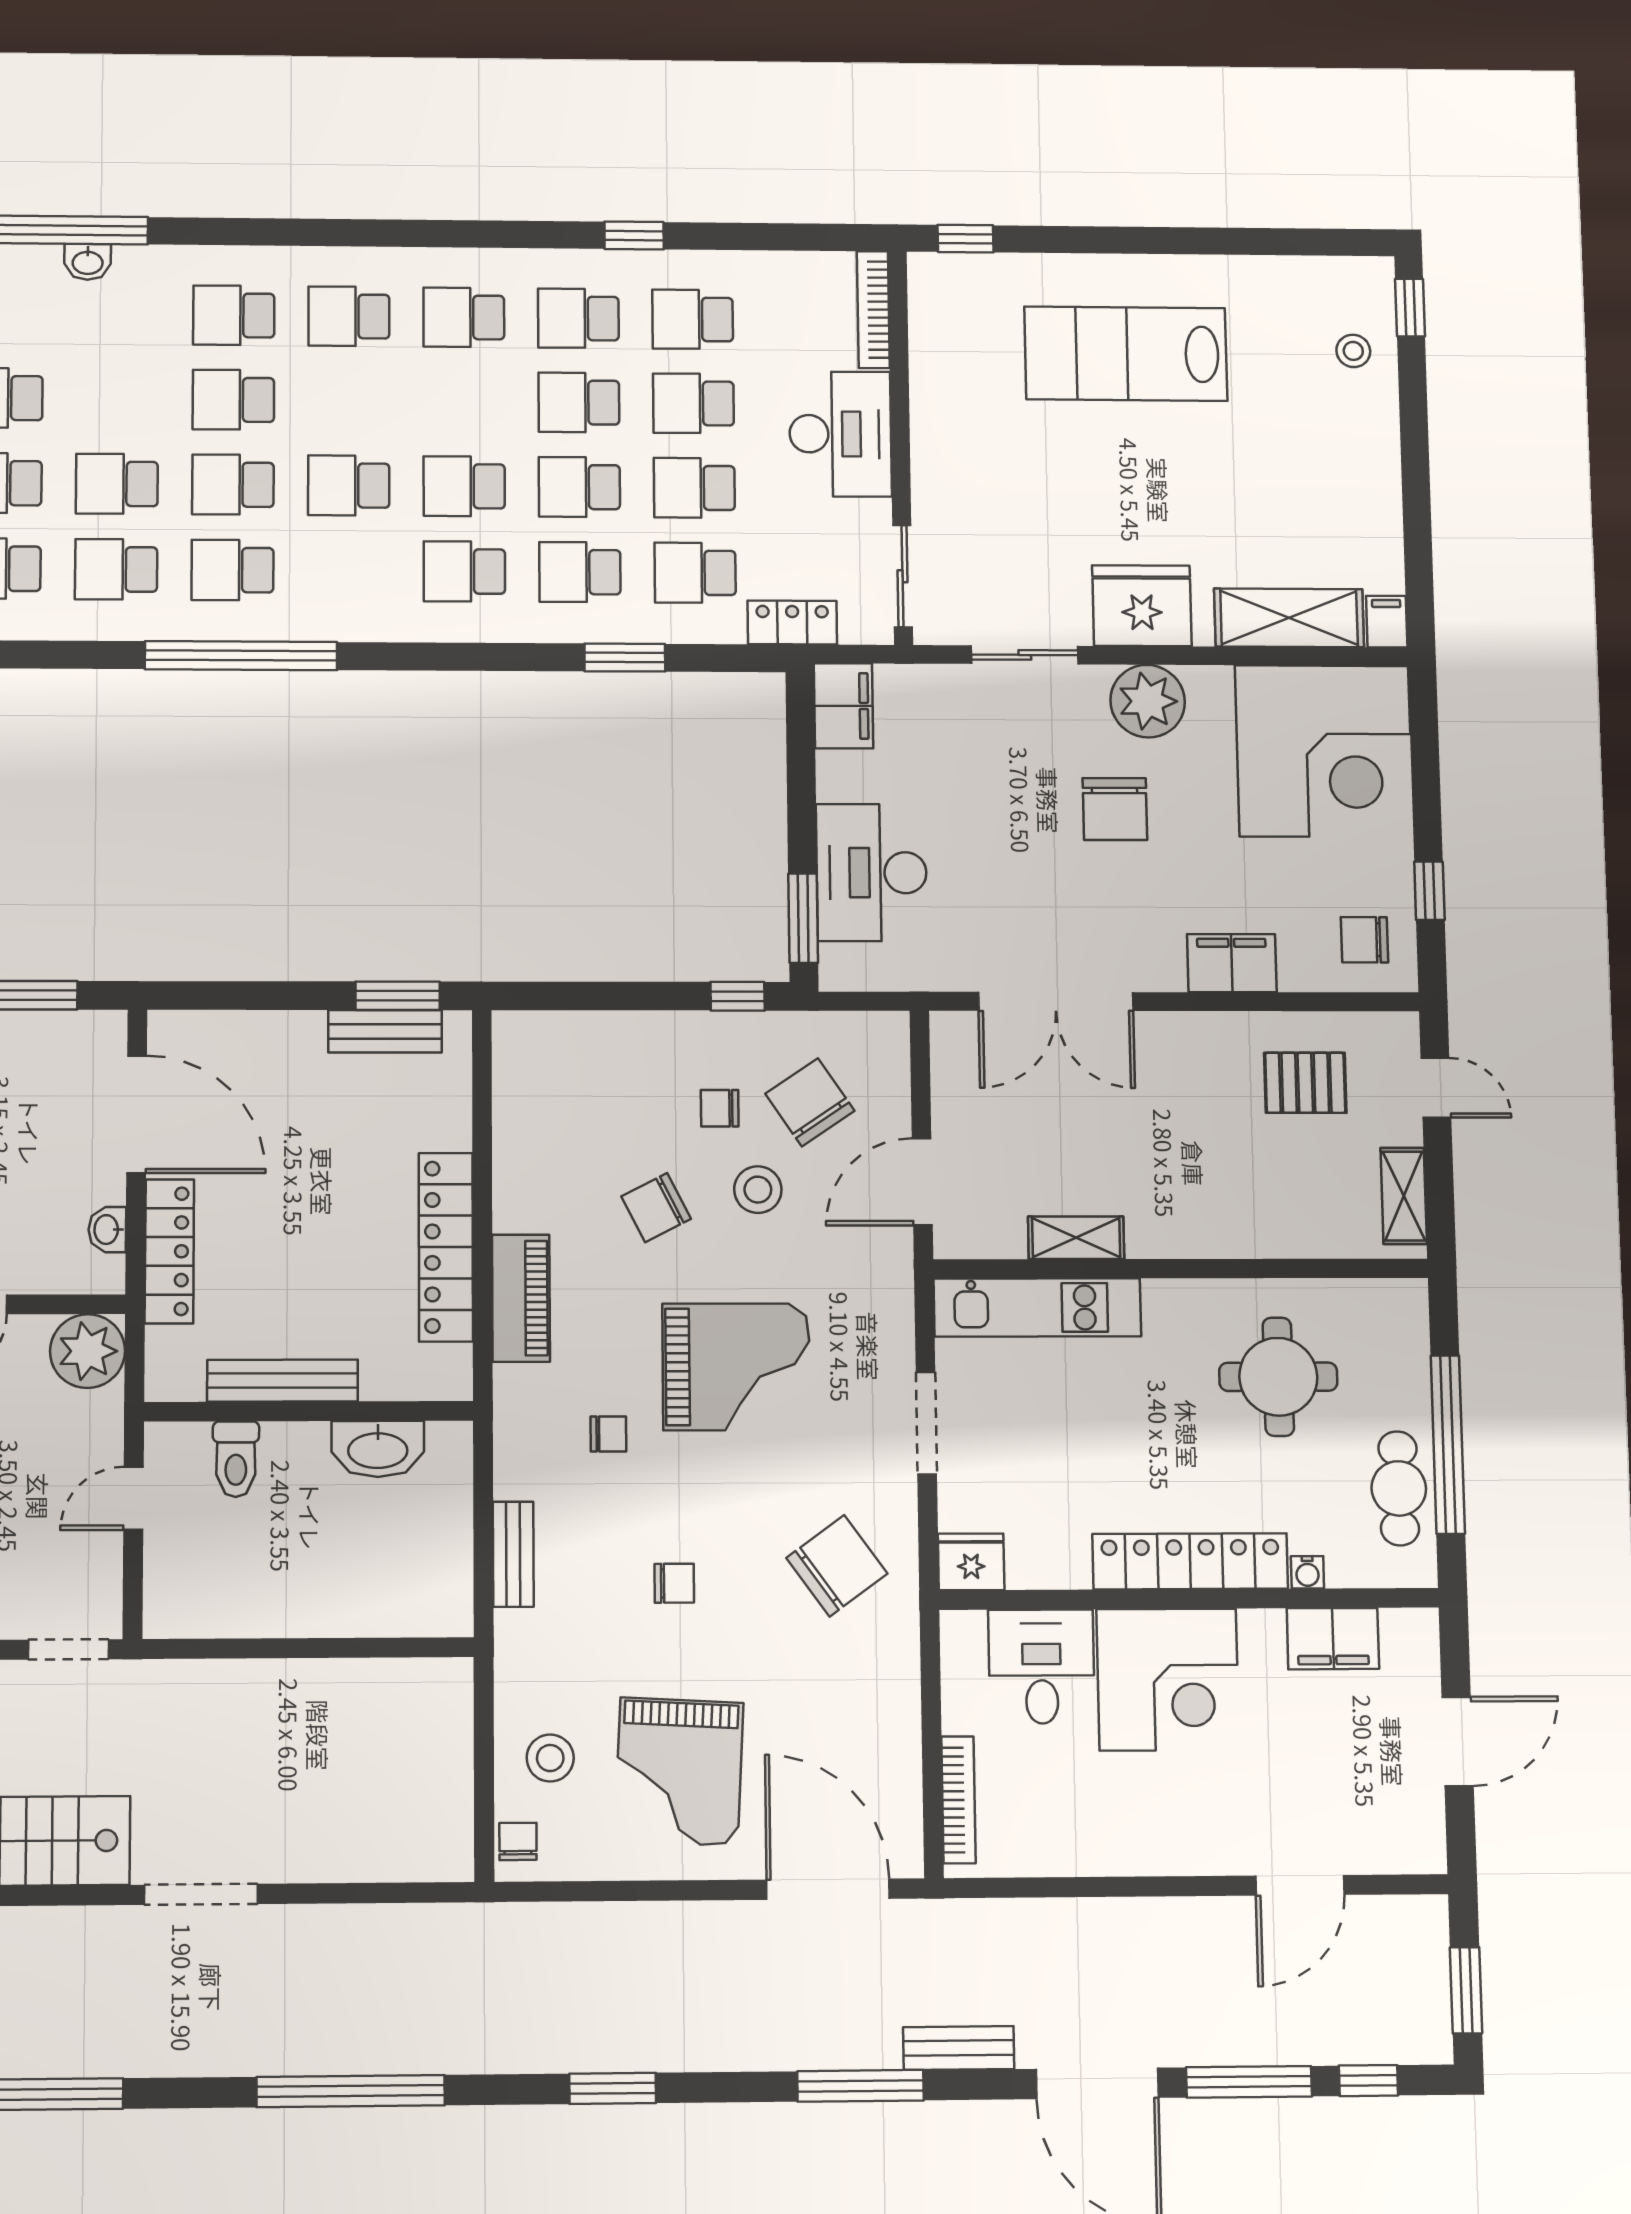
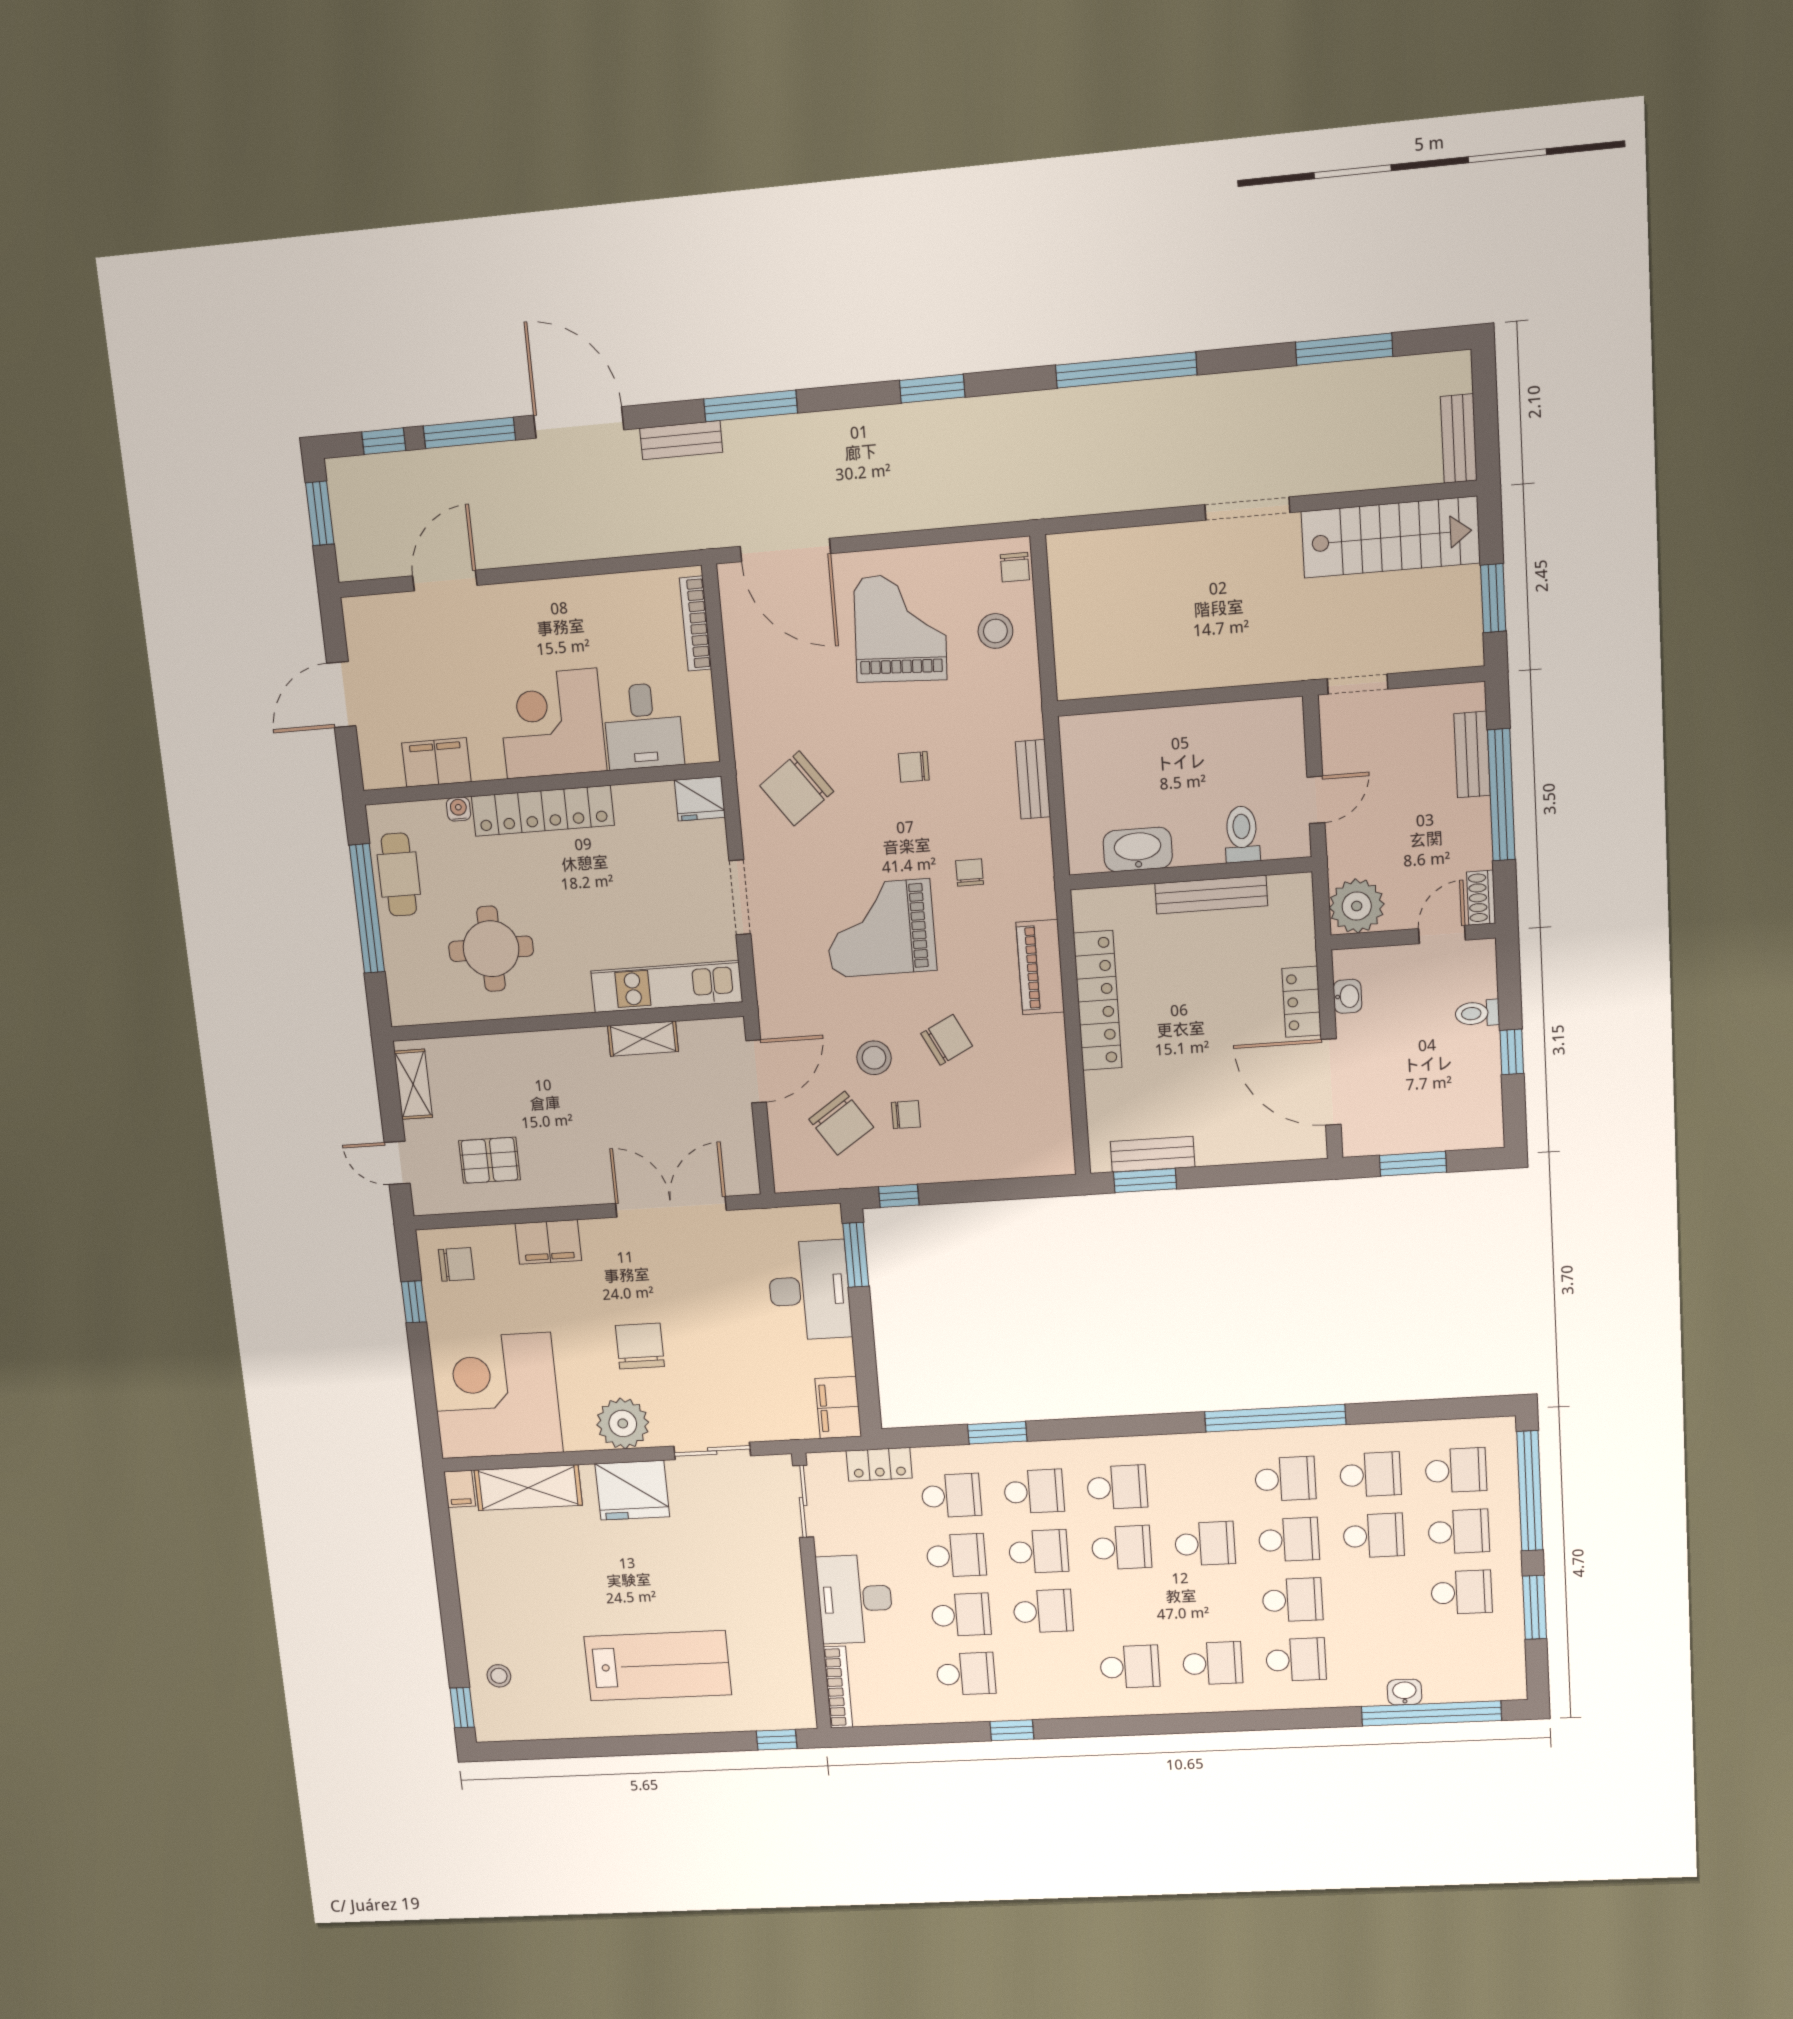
school desk: (578, 318) -> (1048, 1670), removed
locker: (169, 1251) -> (1302, 1002), width x0.66
chair: (608, 1434) -> (970, 873), turned 90

